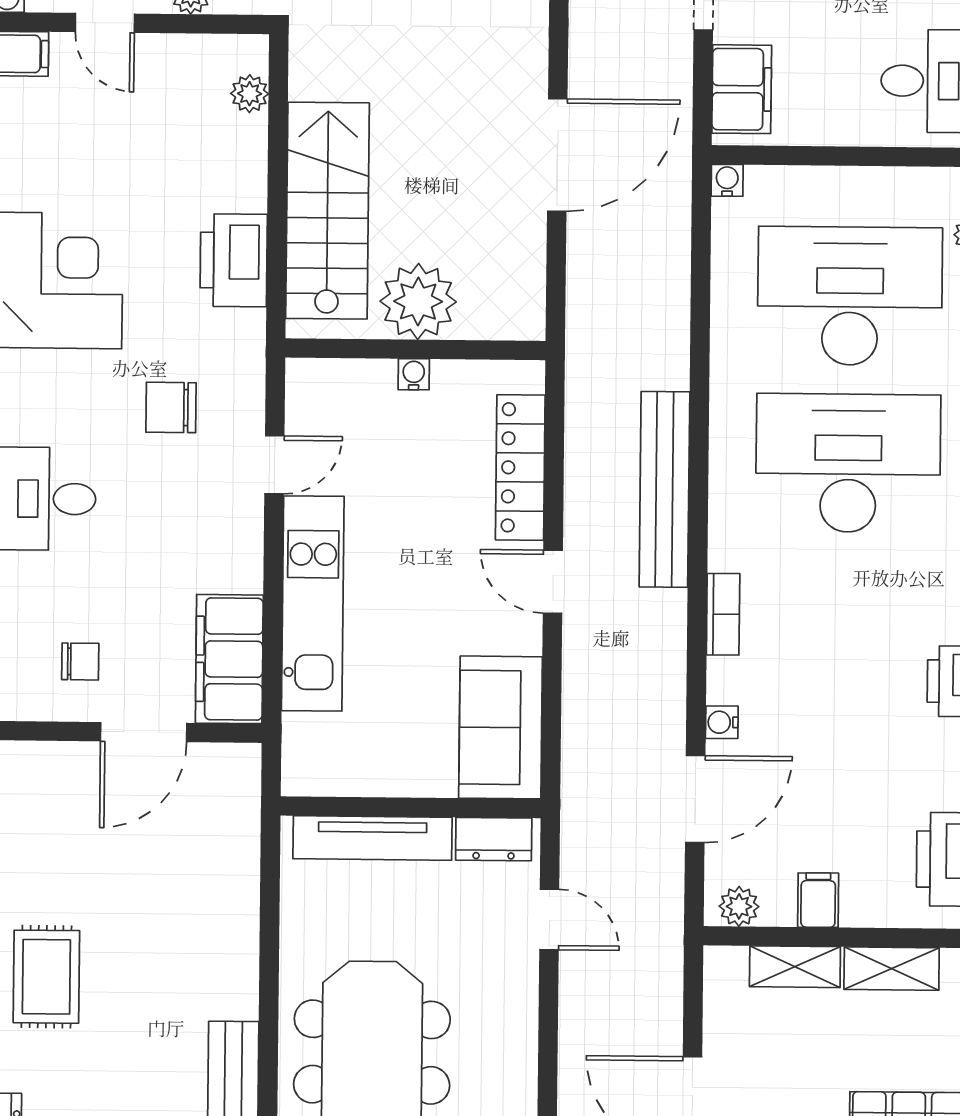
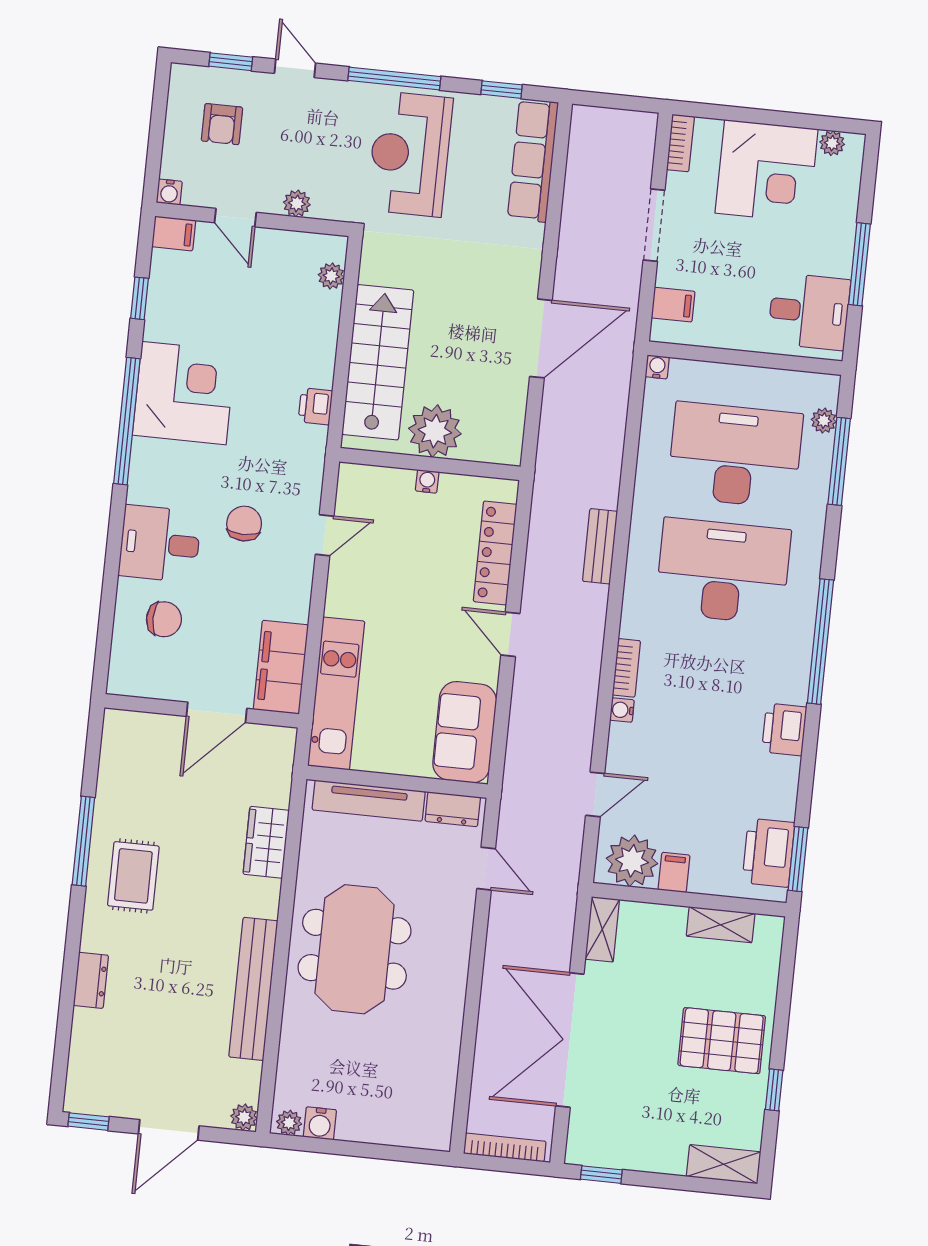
filing cabinet: (742, 89) -> (673, 305), width x0.50
printer: (234, 260) -> (315, 406), width x0.53, depth x0.68
chair: (171, 407) -> (244, 524), moved, turned 90
bench: (664, 489) -> (600, 546), width x0.54, depth x0.82
kitchen unit: (313, 604) -> (336, 693), moved
chair: (80, 661) -> (164, 619), moved, width x1.37, depth x1.37
water cooler: (722, 722) -> (622, 710), moved
door: (695, 799) -> (595, 794), width x0.73
plant: (739, 906) -> (632, 861), width x1.87, depth x1.87
wardrobe: (232, 911) -> (266, 842), added
shelving: (795, 967) -> (602, 929), moved, turned 90

